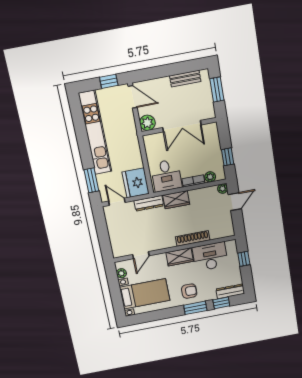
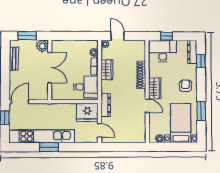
plant: (147, 123) -> (42, 46), moved
window: (228, 157) -> (80, 36), removed
window: (91, 180) -> (49, 147), moved
wardrobe: (176, 200) -> (107, 70), moved
door: (117, 202) -> (100, 130), swing flipped
door: (141, 255) -> (147, 106), moved
desk: (210, 257) -> (163, 51), moved, turned 90
window: (195, 308) -> (201, 111), moved

